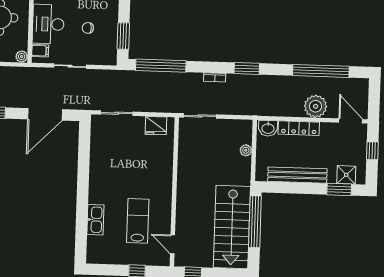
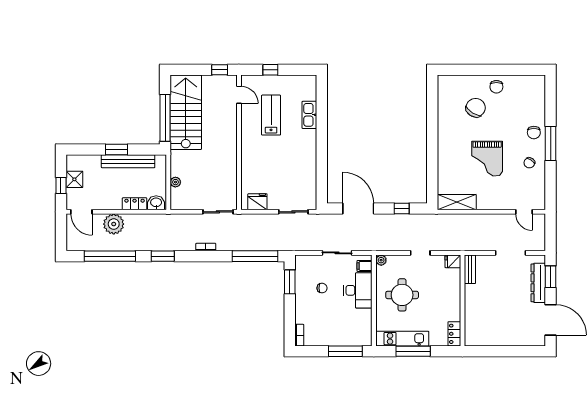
window: (247, 68) -> (163, 256), moved
door: (45, 114) -> (358, 209), hinge flipped
locker: (299, 128) -> (135, 204), width x0.66
shower: (346, 175) -> (74, 179), moved
window: (339, 189) -> (116, 149), moved
lab bench: (138, 221) -> (271, 115), turned 180

